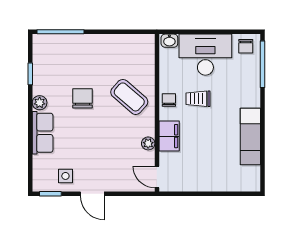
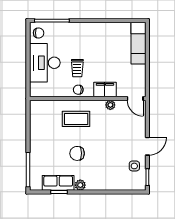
washbasin: (169, 41) -> (34, 89), removed
coffee table: (129, 97) -> (76, 119), turned 49
row of seats: (43, 133) -> (58, 183), moved
exam couch: (250, 136) -> (138, 43), moved, turned 90
door: (157, 177) -> (135, 99), hinge flipped

